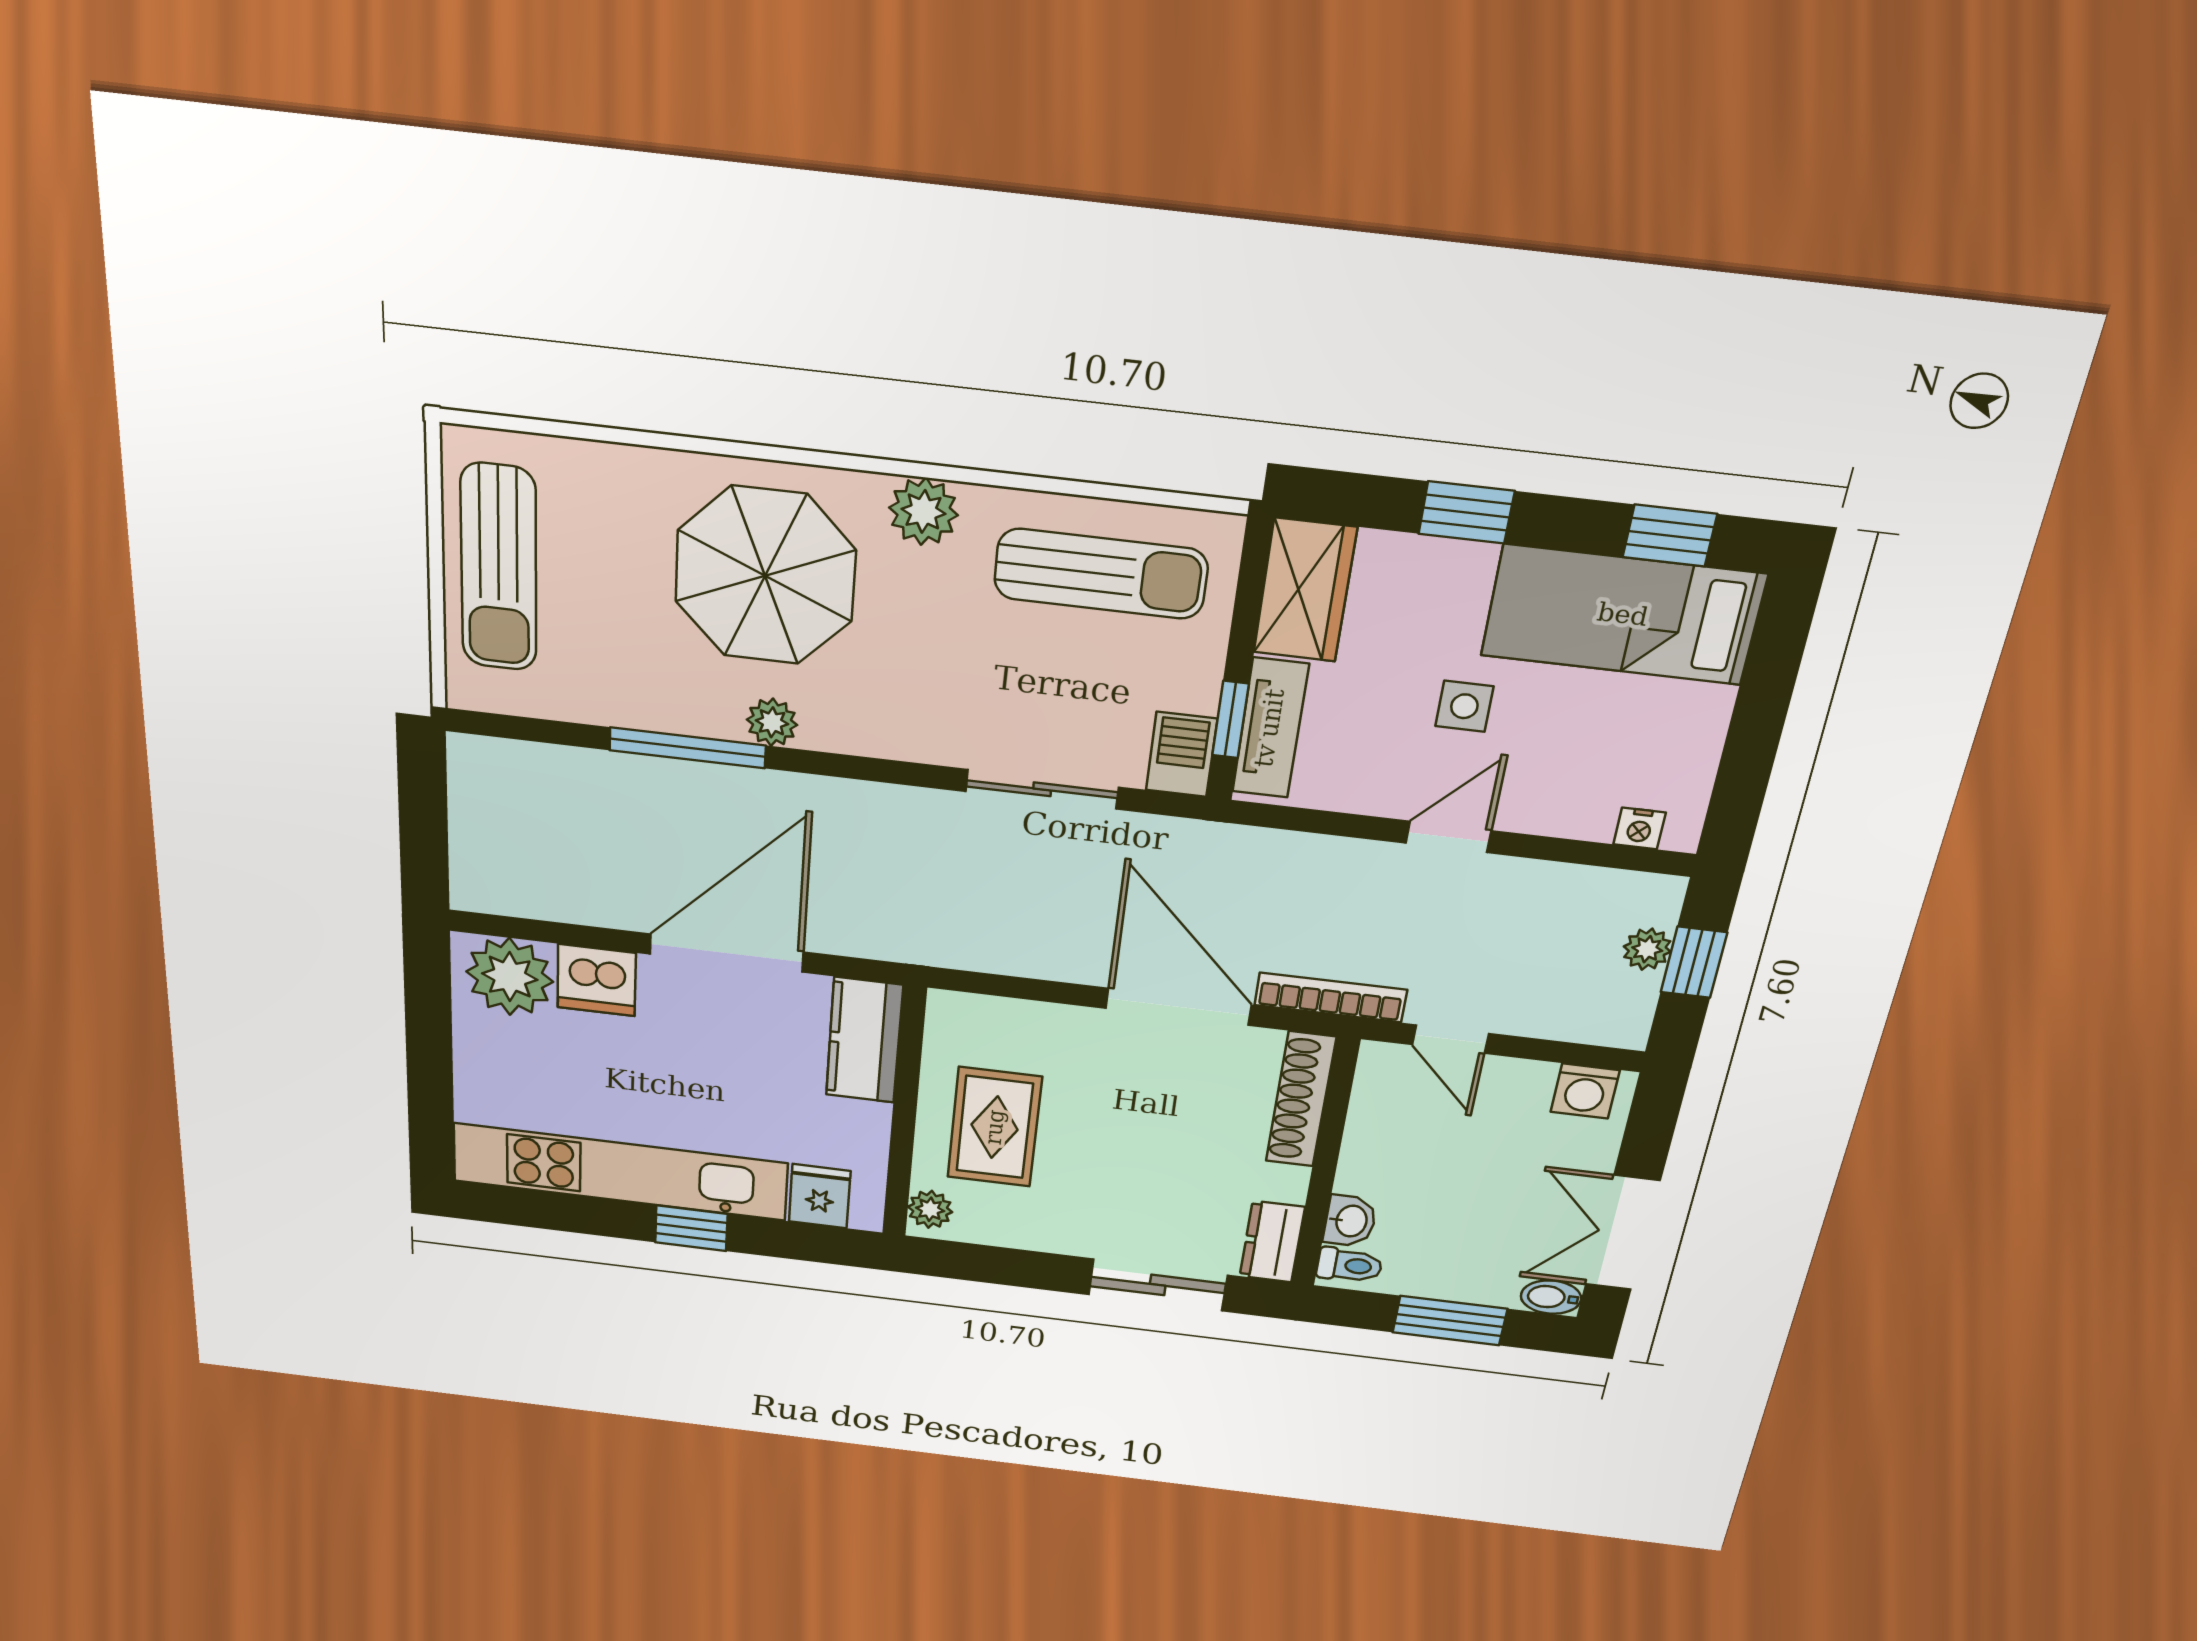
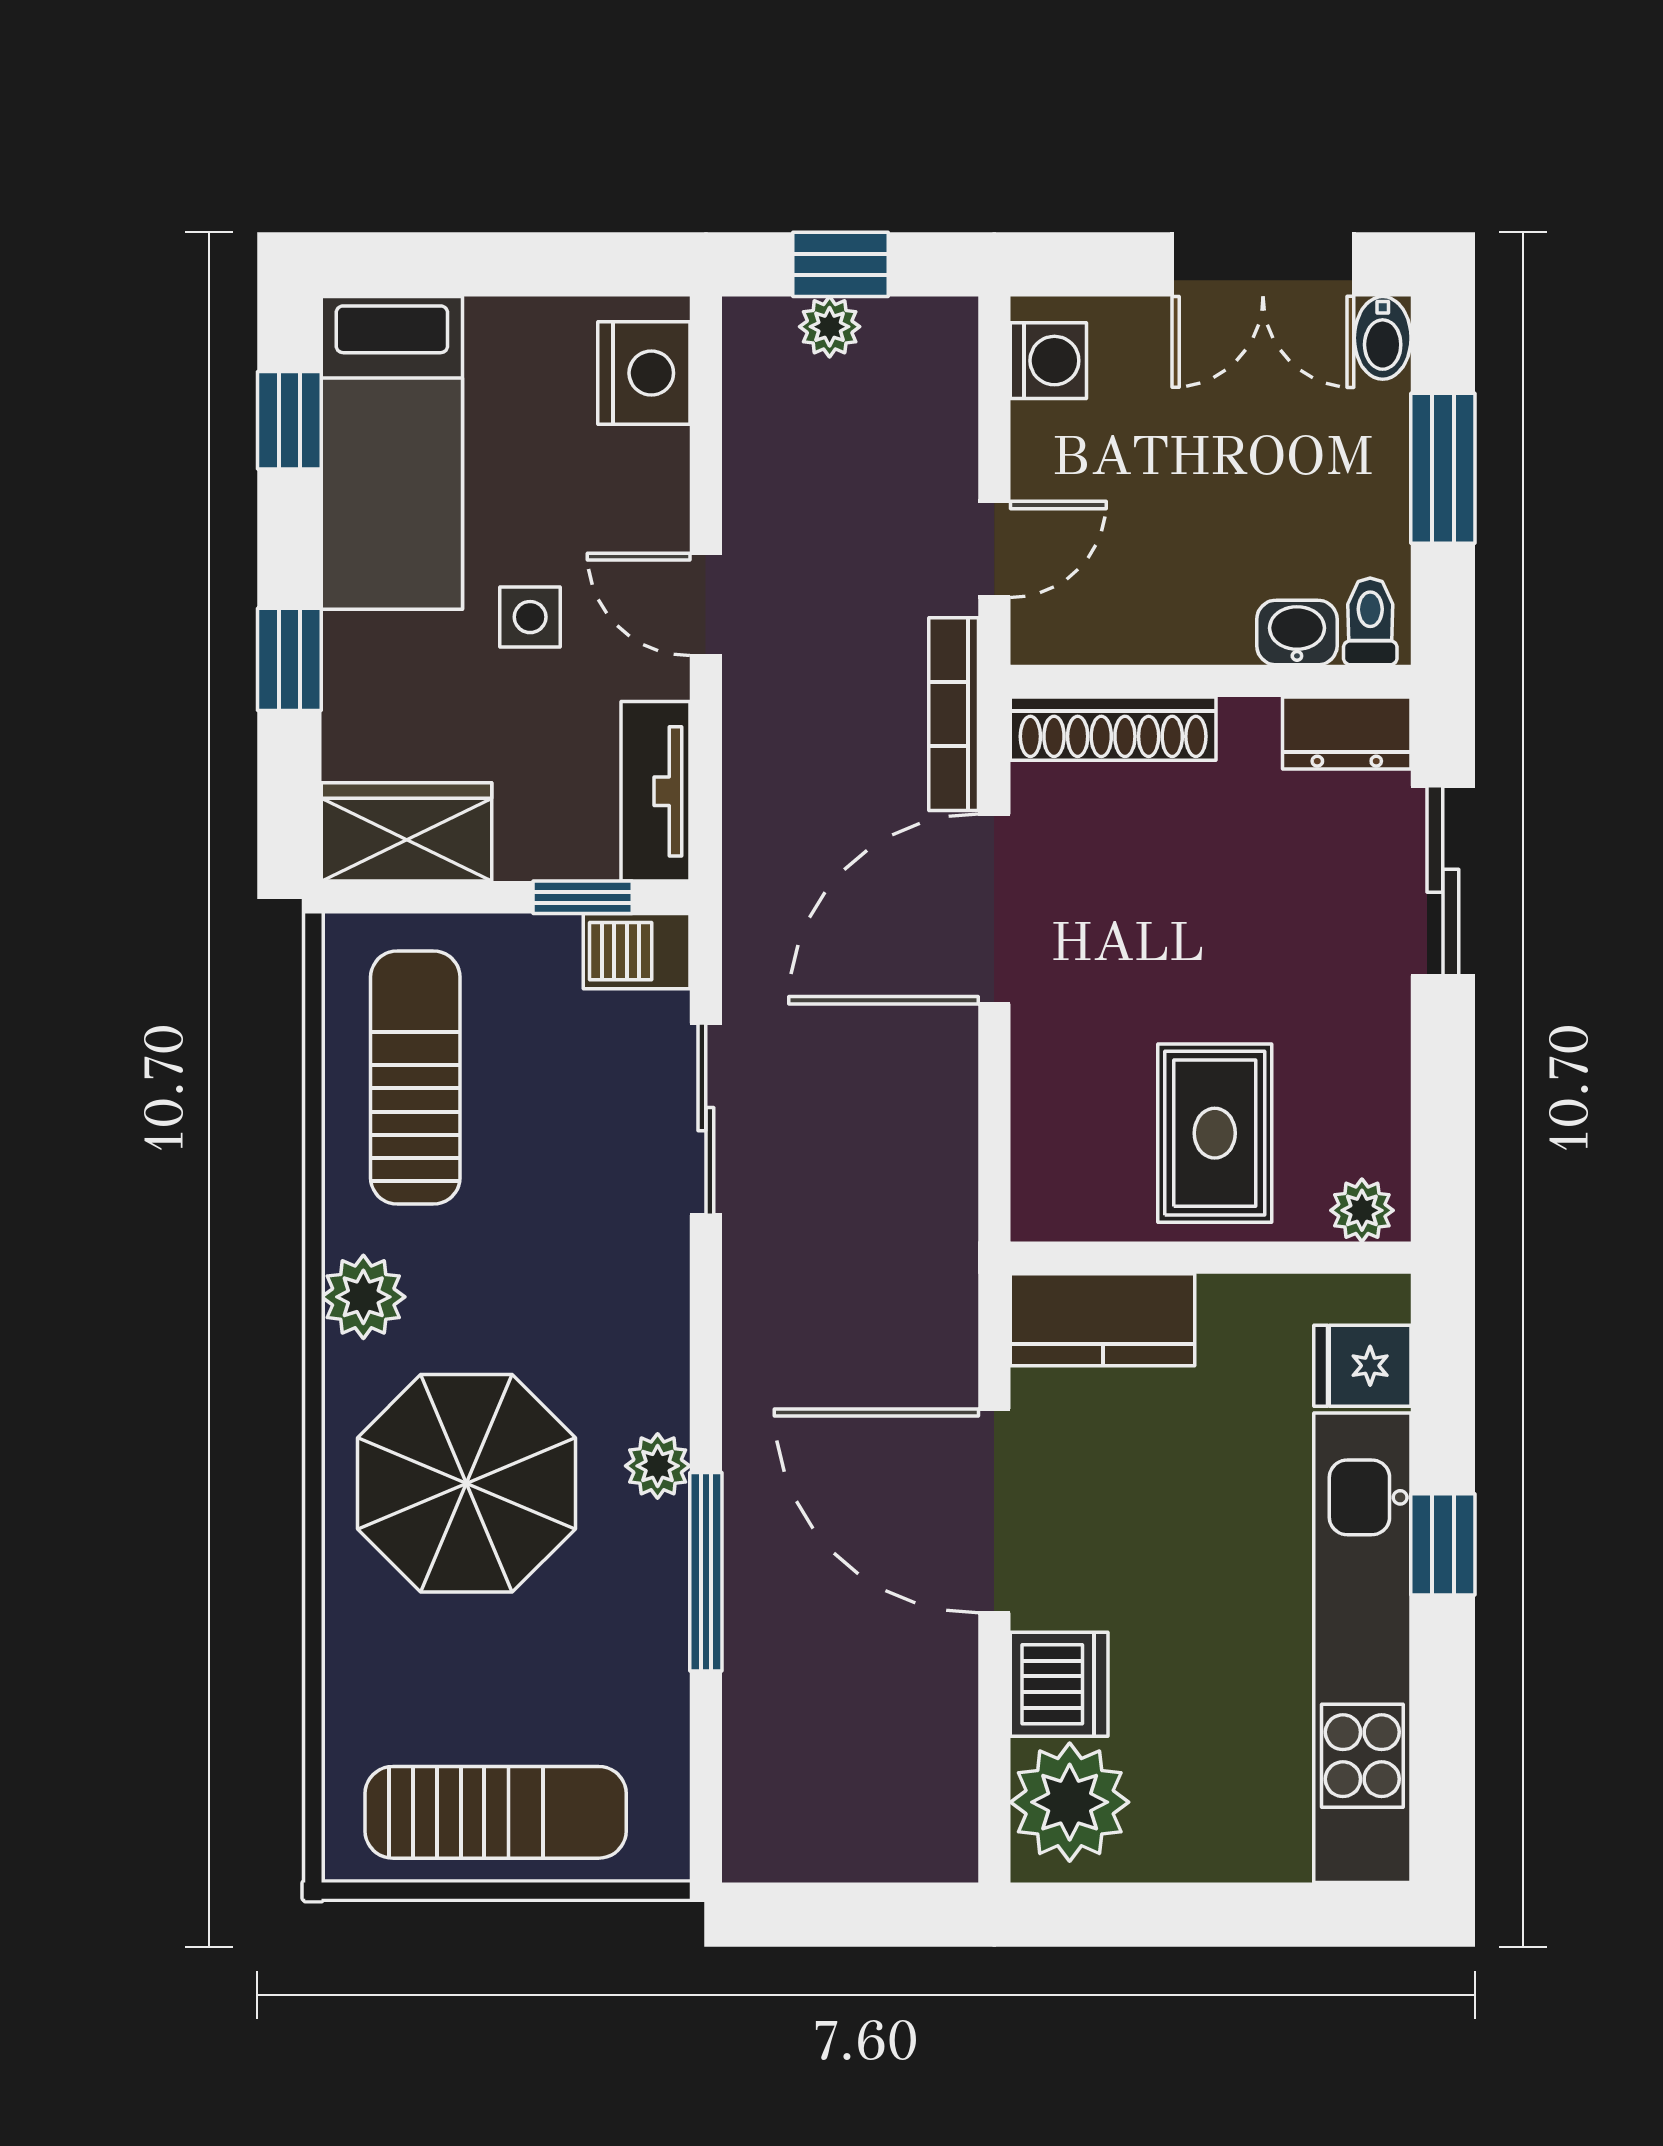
tv unit: (1270, 728) -> (656, 791), moved, turned -90
nightstand: (1640, 828) -> (644, 373), width x1.89, depth x1.79
rug: (995, 1127) -> (1215, 1133), turned 90

